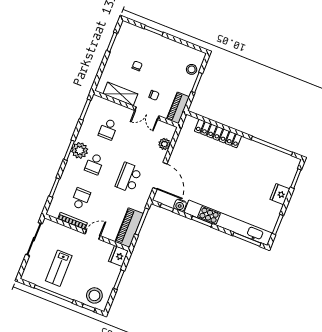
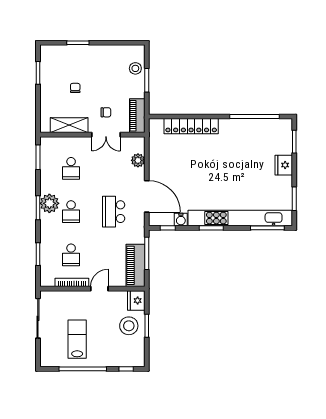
school desk: (81, 199) -> (71, 255), turned 180
lab bench: (59, 268) -> (77, 339), turned 180
stool: (94, 295) -> (129, 326), moved

